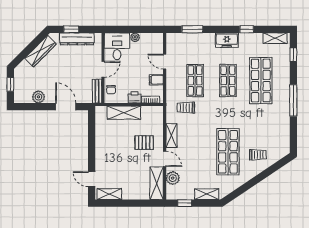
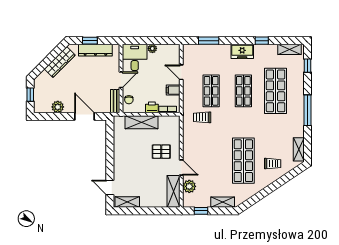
shelving: (171, 135) -> (299, 149), moved

